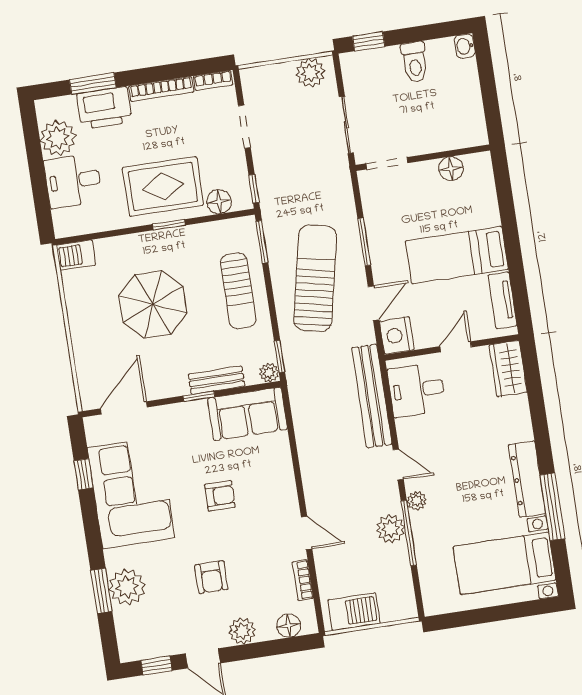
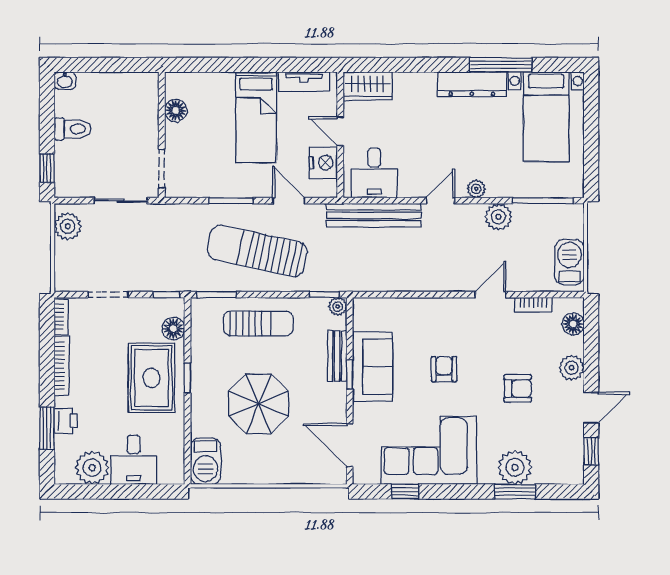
printer: (104, 108) -> (66, 421), width x0.53, depth x0.68
barbecue: (76, 255) -> (206, 461), width x1.38, depth x1.27
nightstand: (397, 335) -> (323, 163), moved, turned -90
sofa: (247, 414) -> (373, 367), moved
window: (409, 533) -> (543, 201), moved

